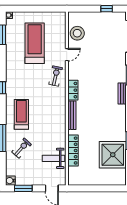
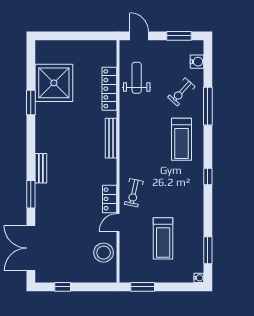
window: (49, 9) -> (143, 287), added
treadmill: (35, 43) -> (163, 238), width x0.73, depth x0.73
locker: (73, 90) -> (110, 199), moved
weight bench: (54, 158) -> (137, 78), turned -90
water cooler: (10, 181) -> (197, 62), moved

